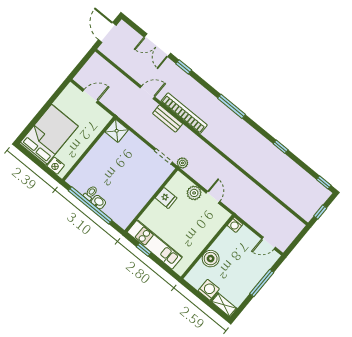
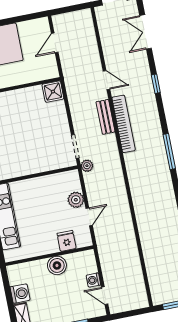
double door: (157, 45) -> (146, 32), moved
door: (90, 96) -> (55, 43), swing flipped
fridge: (166, 198) -> (66, 241), moved, turned 180
washing machine: (235, 225) -> (93, 280), moved
boiler: (211, 259) -> (57, 265), moved

